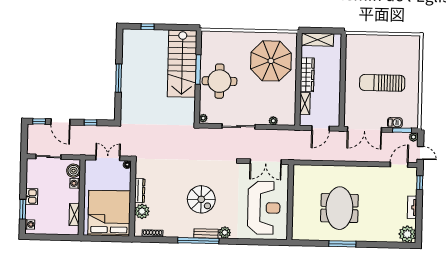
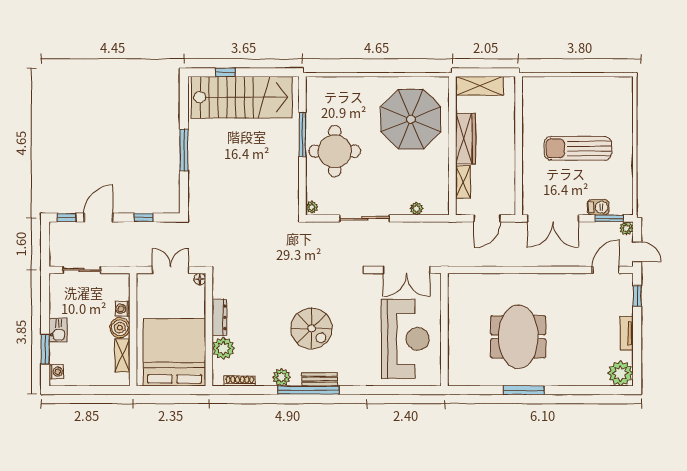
stairs: (182, 64) -> (242, 97), moved, turned -90
door: (60, 122) -> (99, 217), swing flipped
boiler: (74, 171) -> (120, 328), moved
plant: (225, 233) -> (281, 377), moved

